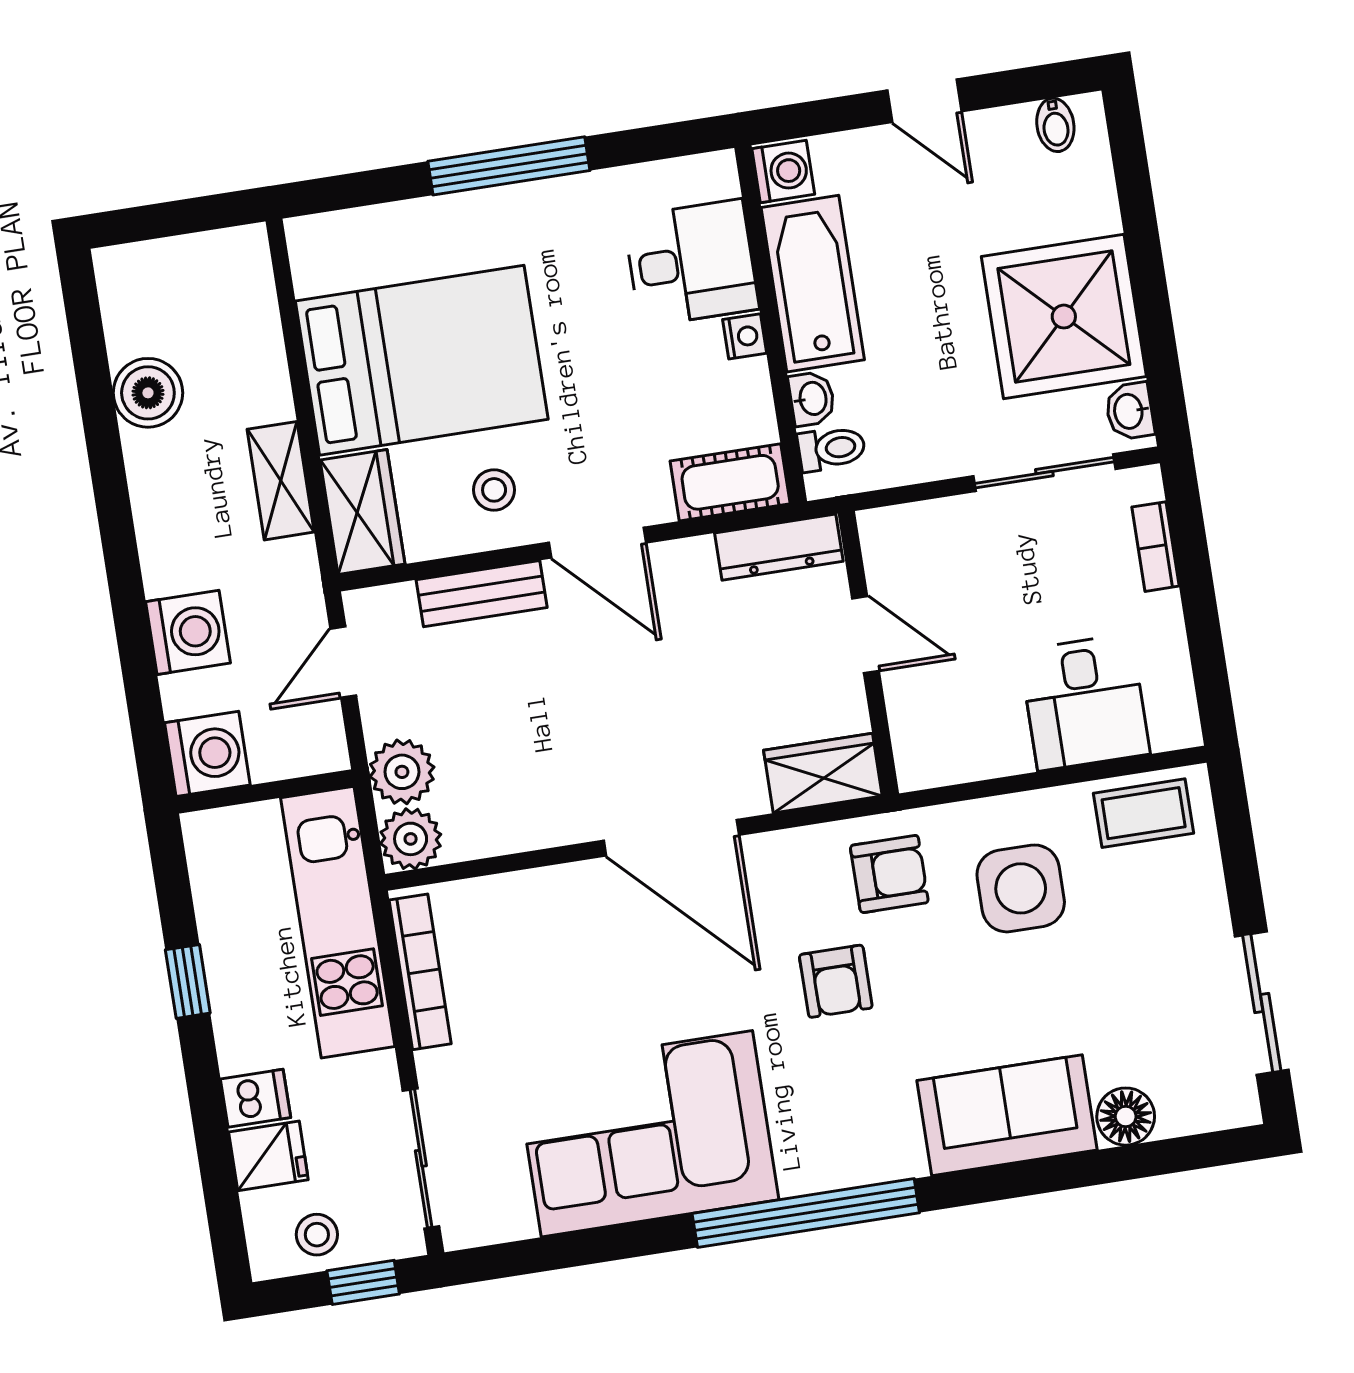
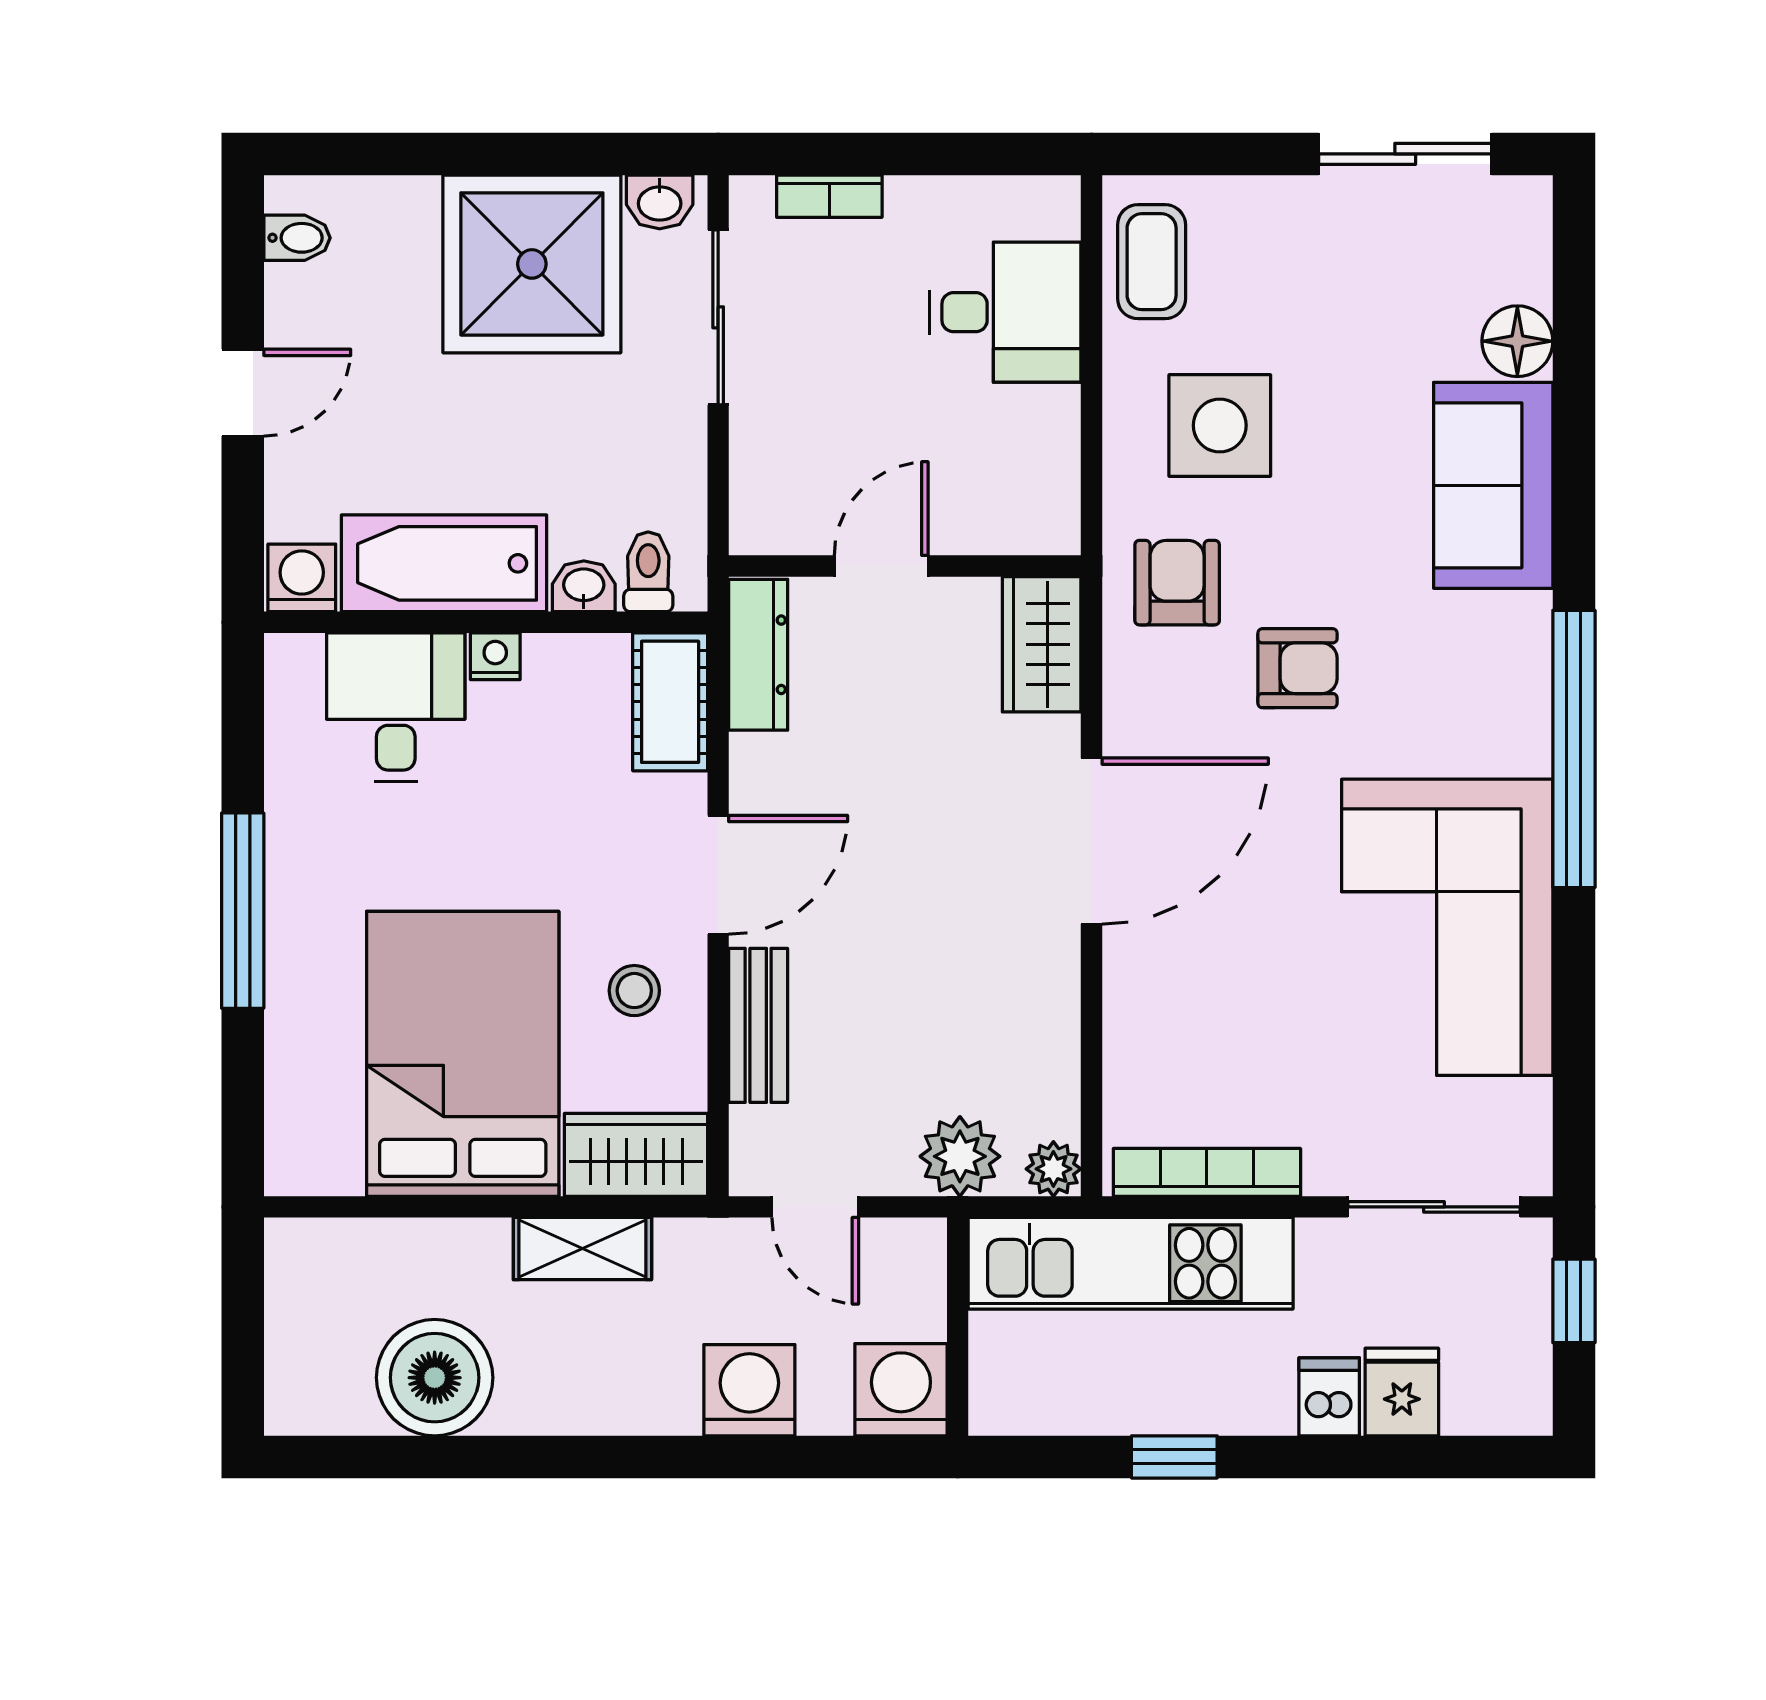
boiler: (148, 393) -> (435, 1378), width x1.37, depth x1.37
plant: (411, 839) -> (1053, 1169), width x0.73, depth x0.73
stool: (317, 1235) -> (1507, 1348), removed

